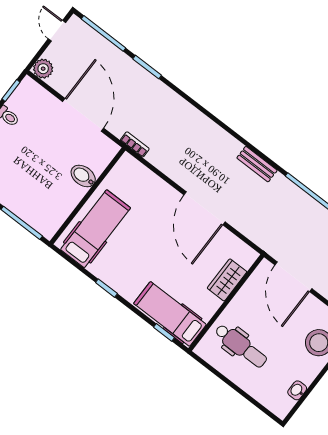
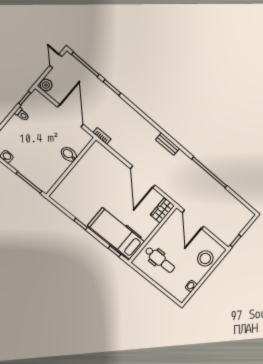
bench: (257, 164) -> (168, 144), moved
hospital bed: (96, 229) -> (75, 187), removed
wardrobe: (227, 280) -> (162, 210), moved
hospital bed: (170, 314) -> (116, 234), width x1.37, depth x1.29

